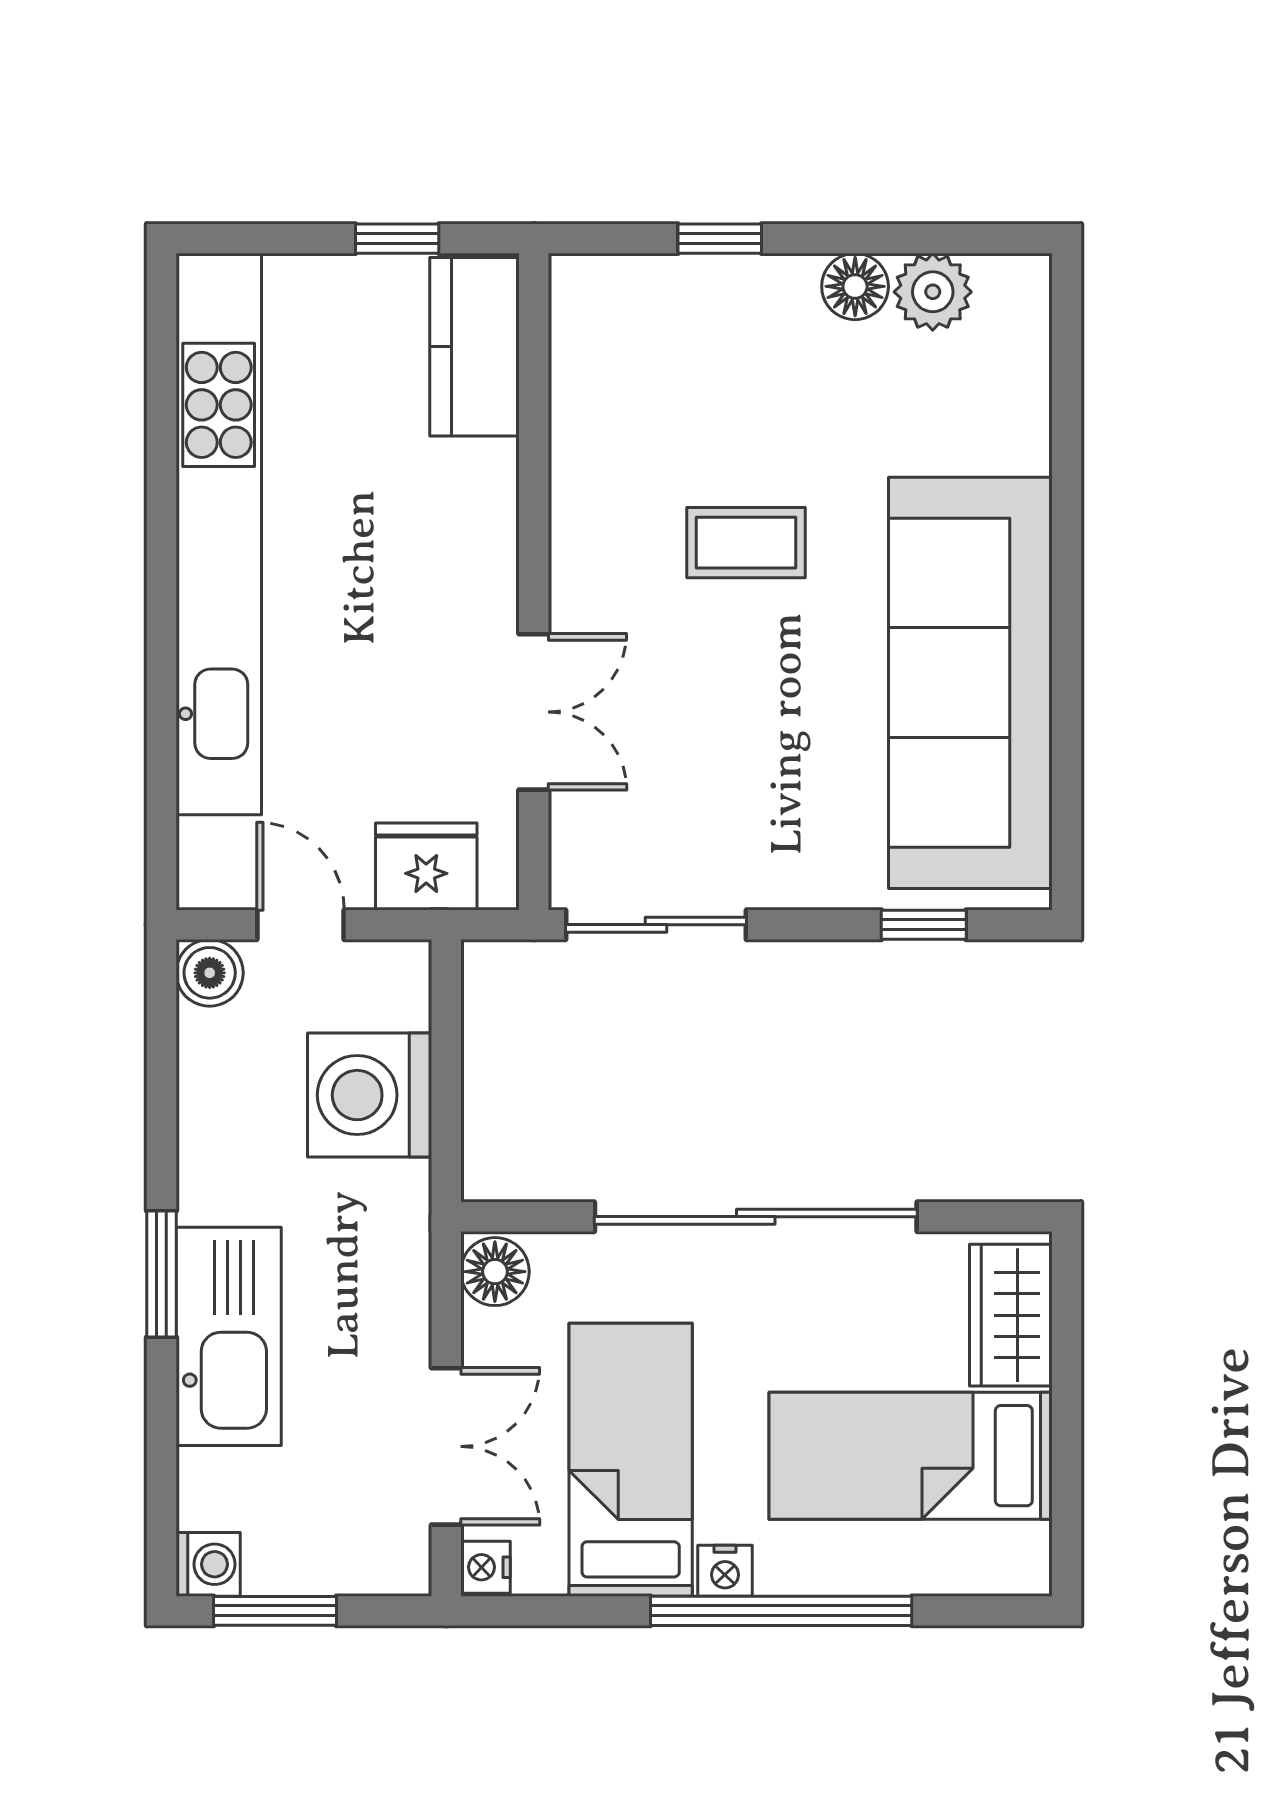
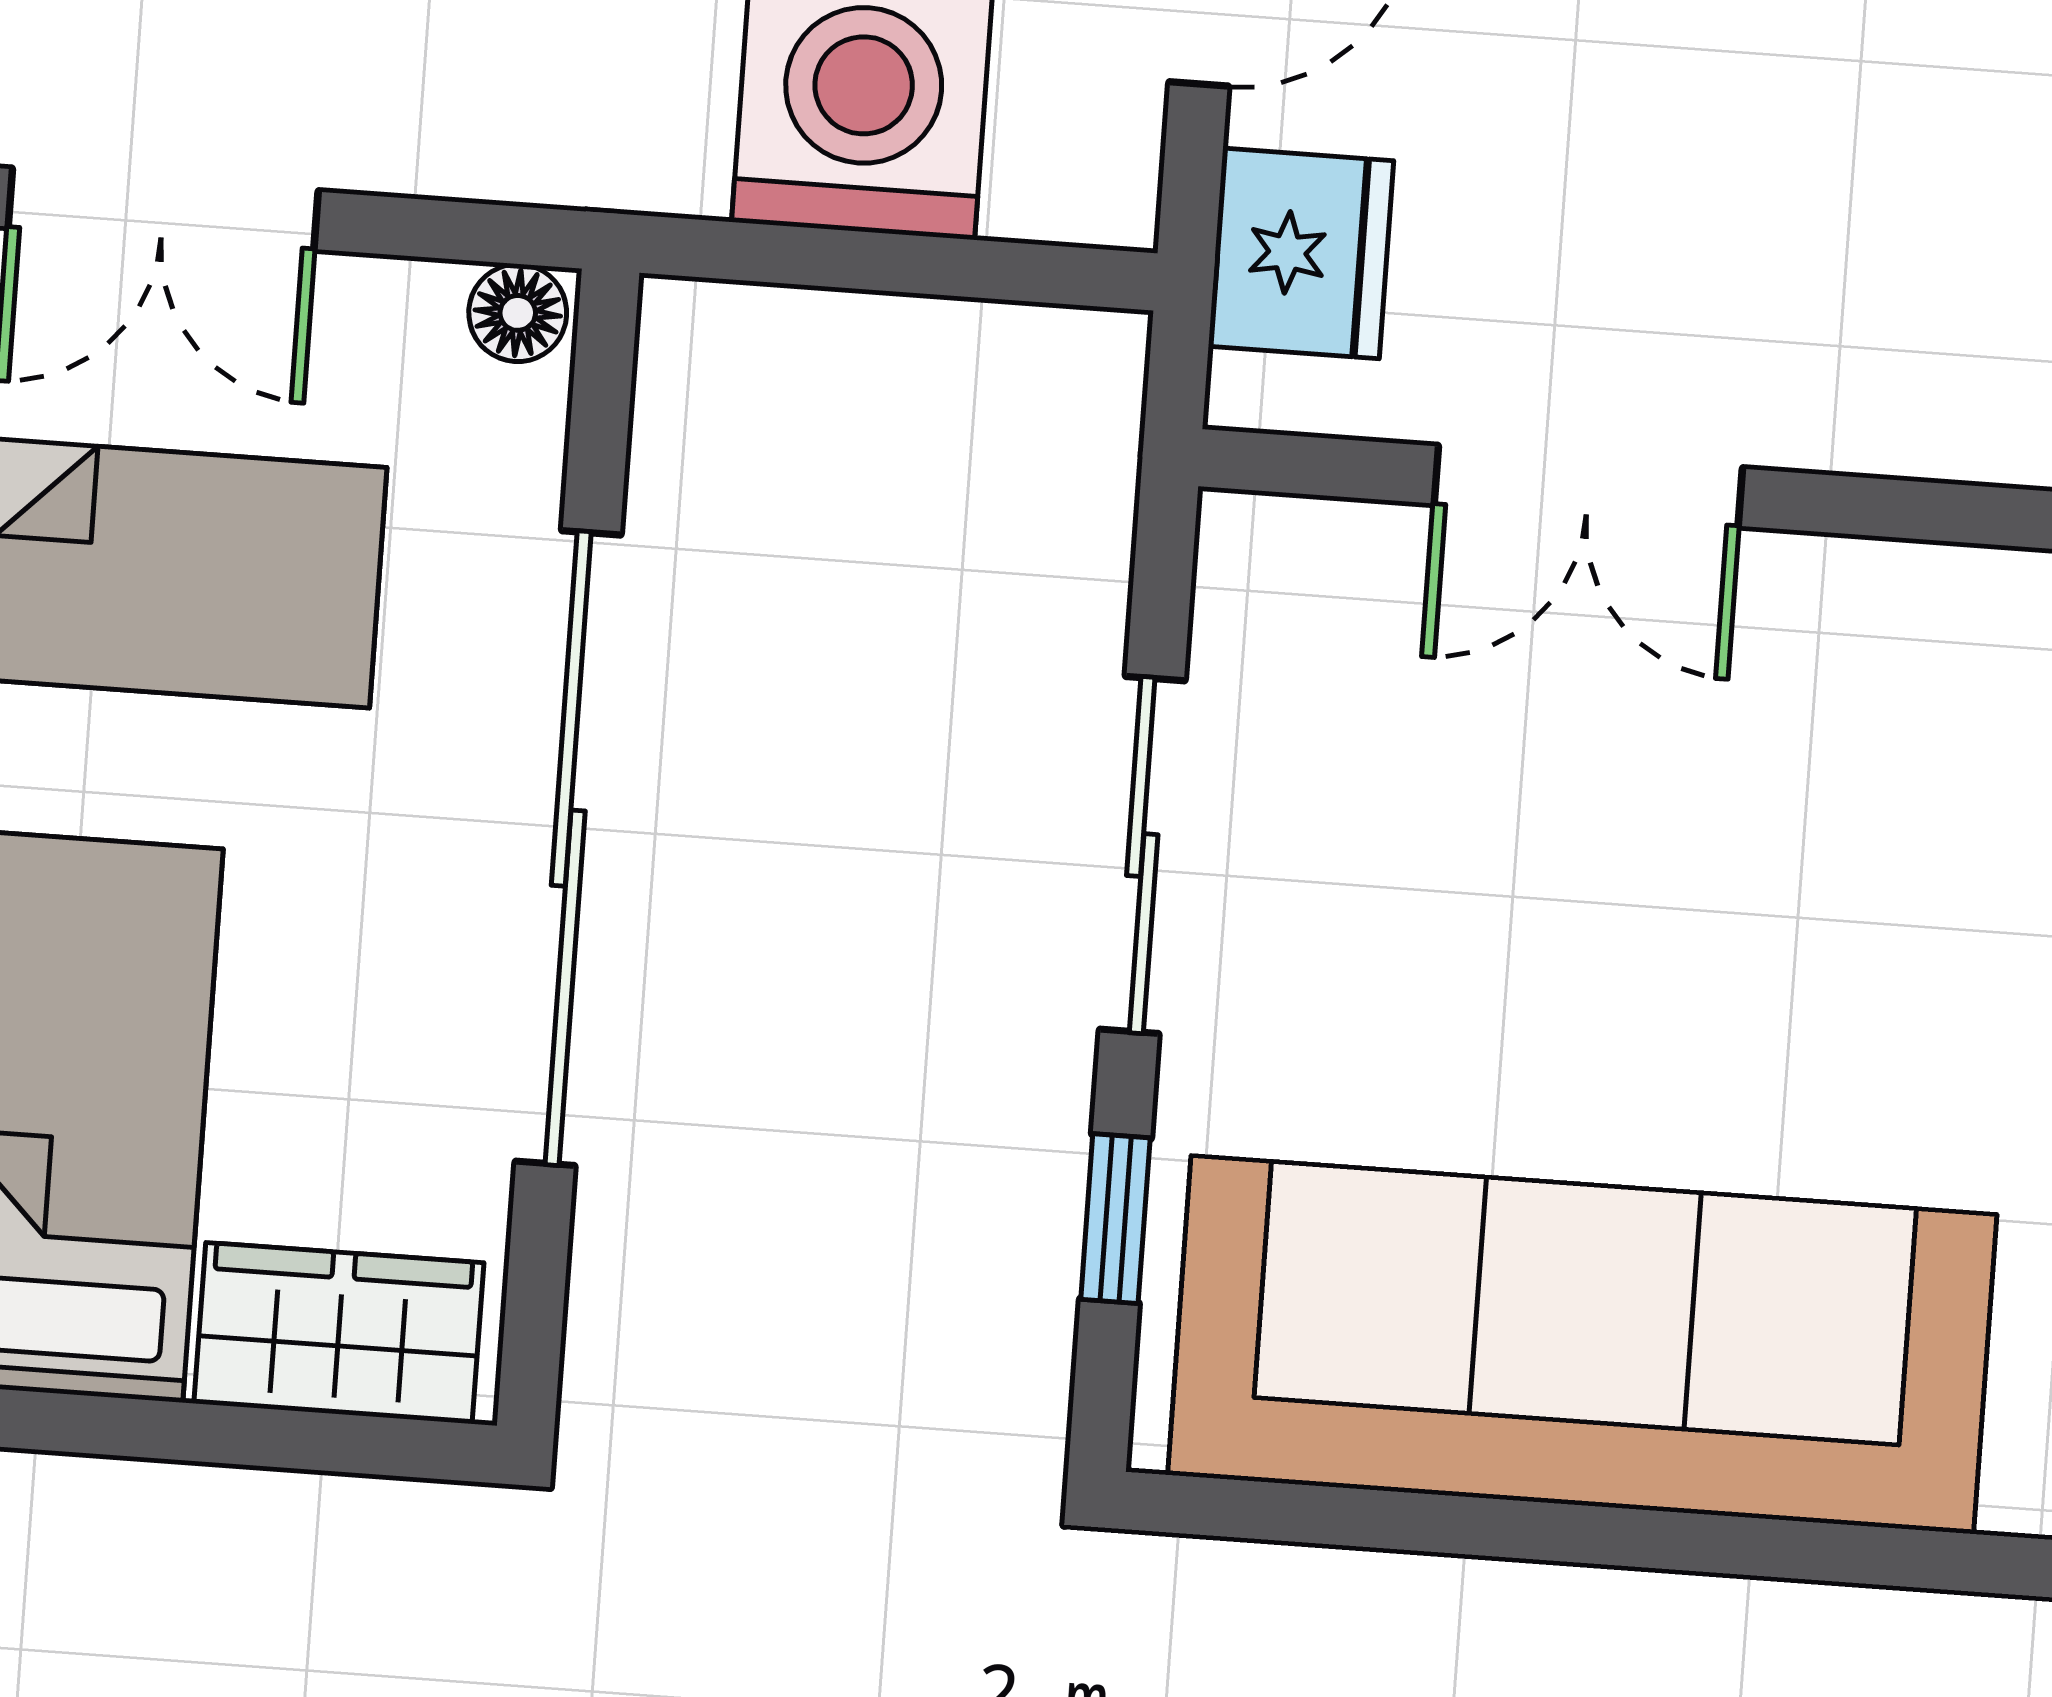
coffee table: (746, 543) -> (1889, 926), removed
sliding door: (656, 925) -> (1142, 855), moved
floor lamp: (495, 1272) -> (518, 313), width x0.73, depth x0.73

